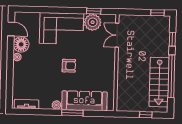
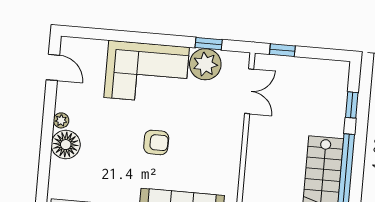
window: (158, 13) -> (282, 50), moved
double door: (117, 35) -> (249, 91), swing flipped
floor lamp: (21, 44) -> (66, 145), moved

